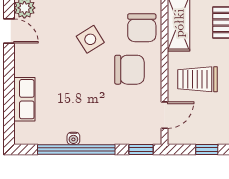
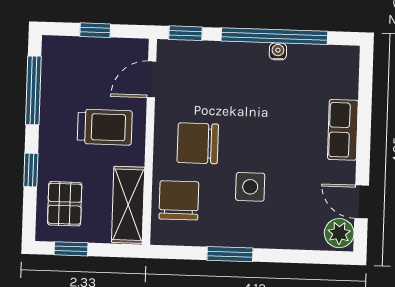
side table: (90, 39) -> (250, 187), turned 32
row of seats: (24, 99) -> (343, 130), moved

